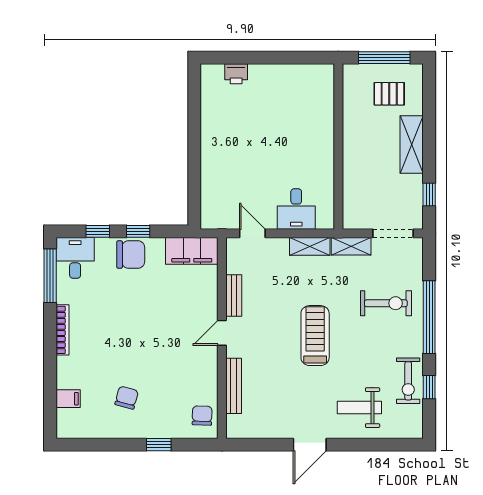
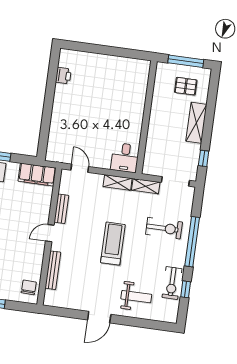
printer: (236, 74) -> (63, 76), moved, turned -90
desk: (296, 209) -> (125, 158), moved
weight bench: (359, 408) -> (136, 297), turned 180

